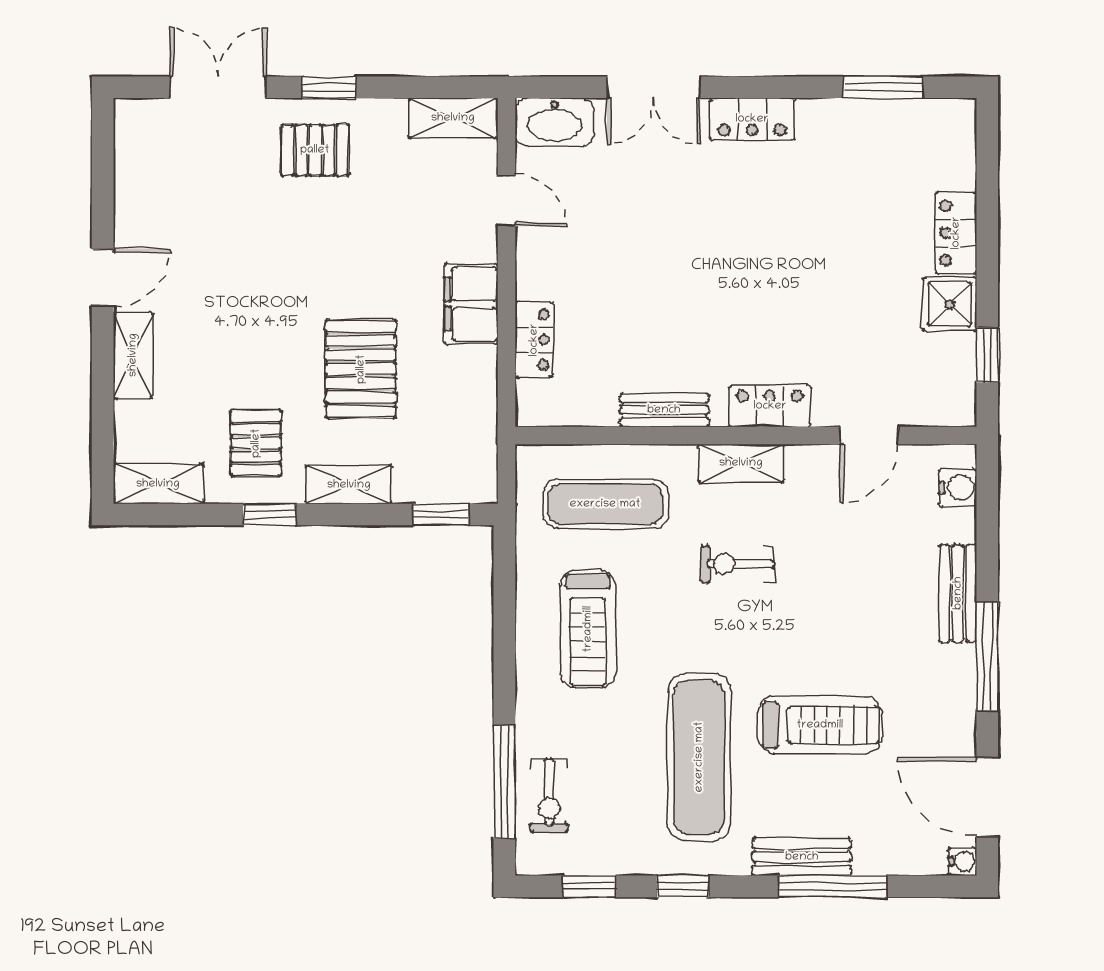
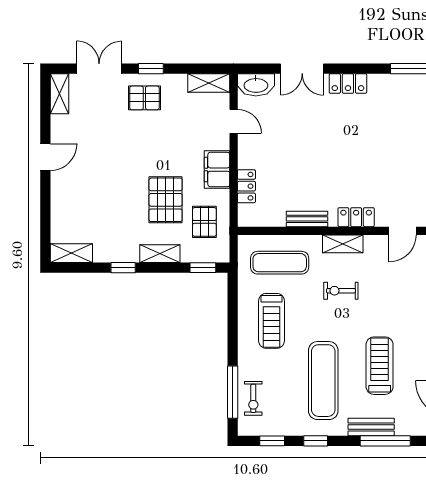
shelving: (133, 355) -> (59, 94), moved
pallet: (256, 443) -> (204, 222), moved
treadmill: (820, 725) -> (380, 366), turned -90

